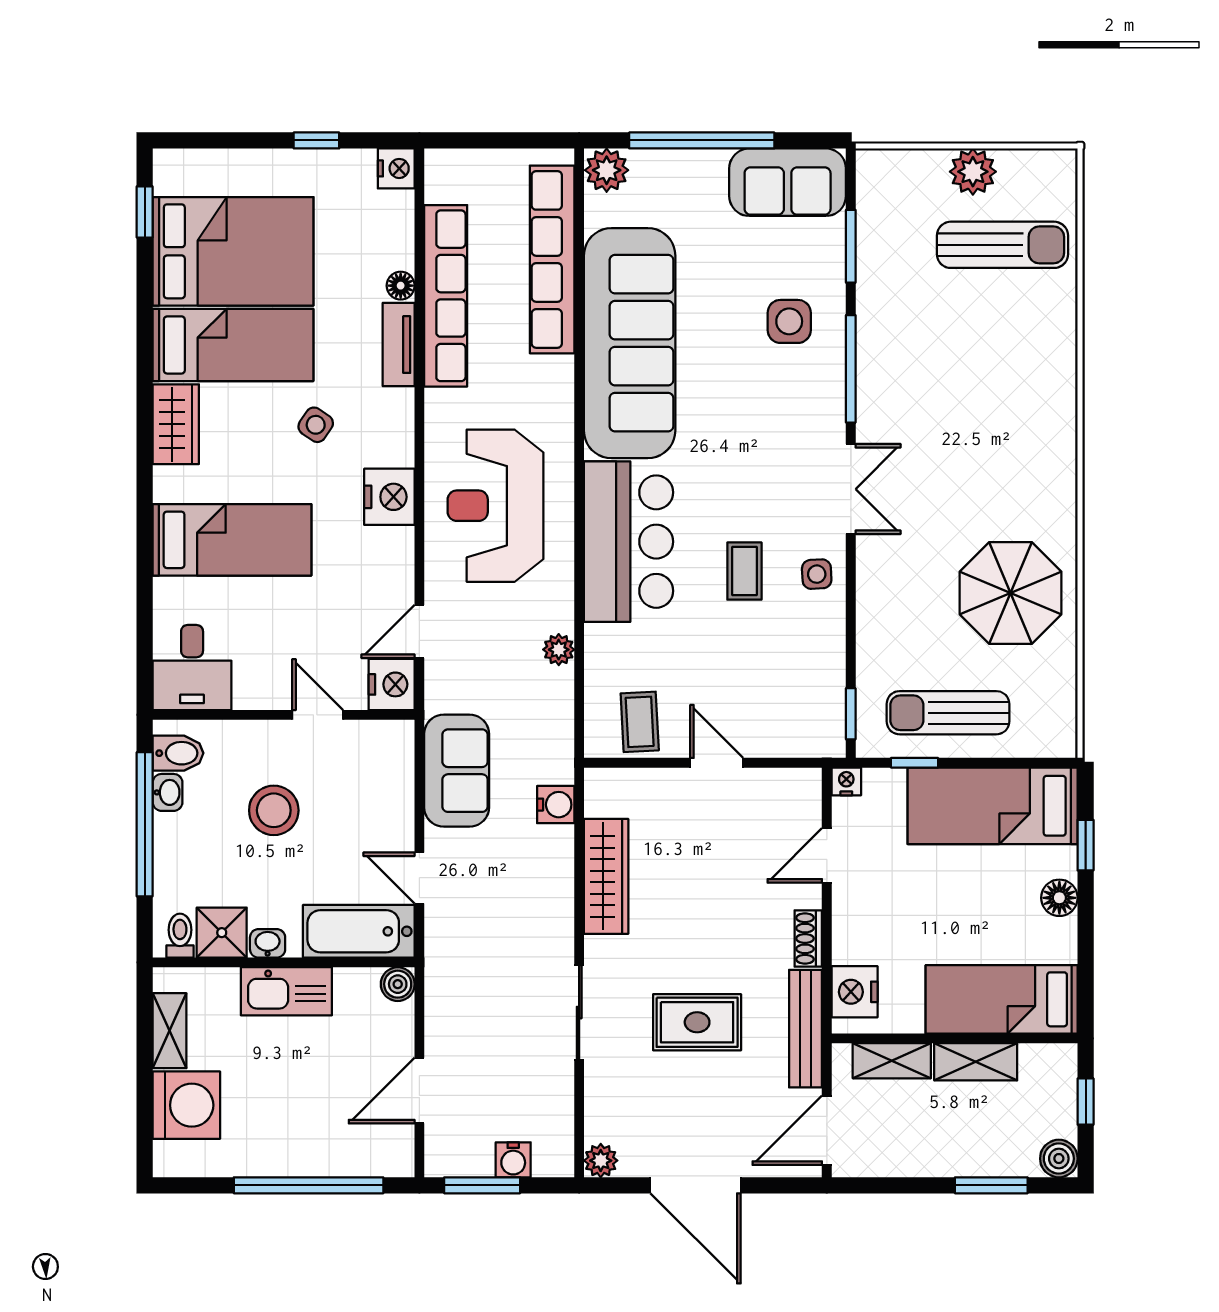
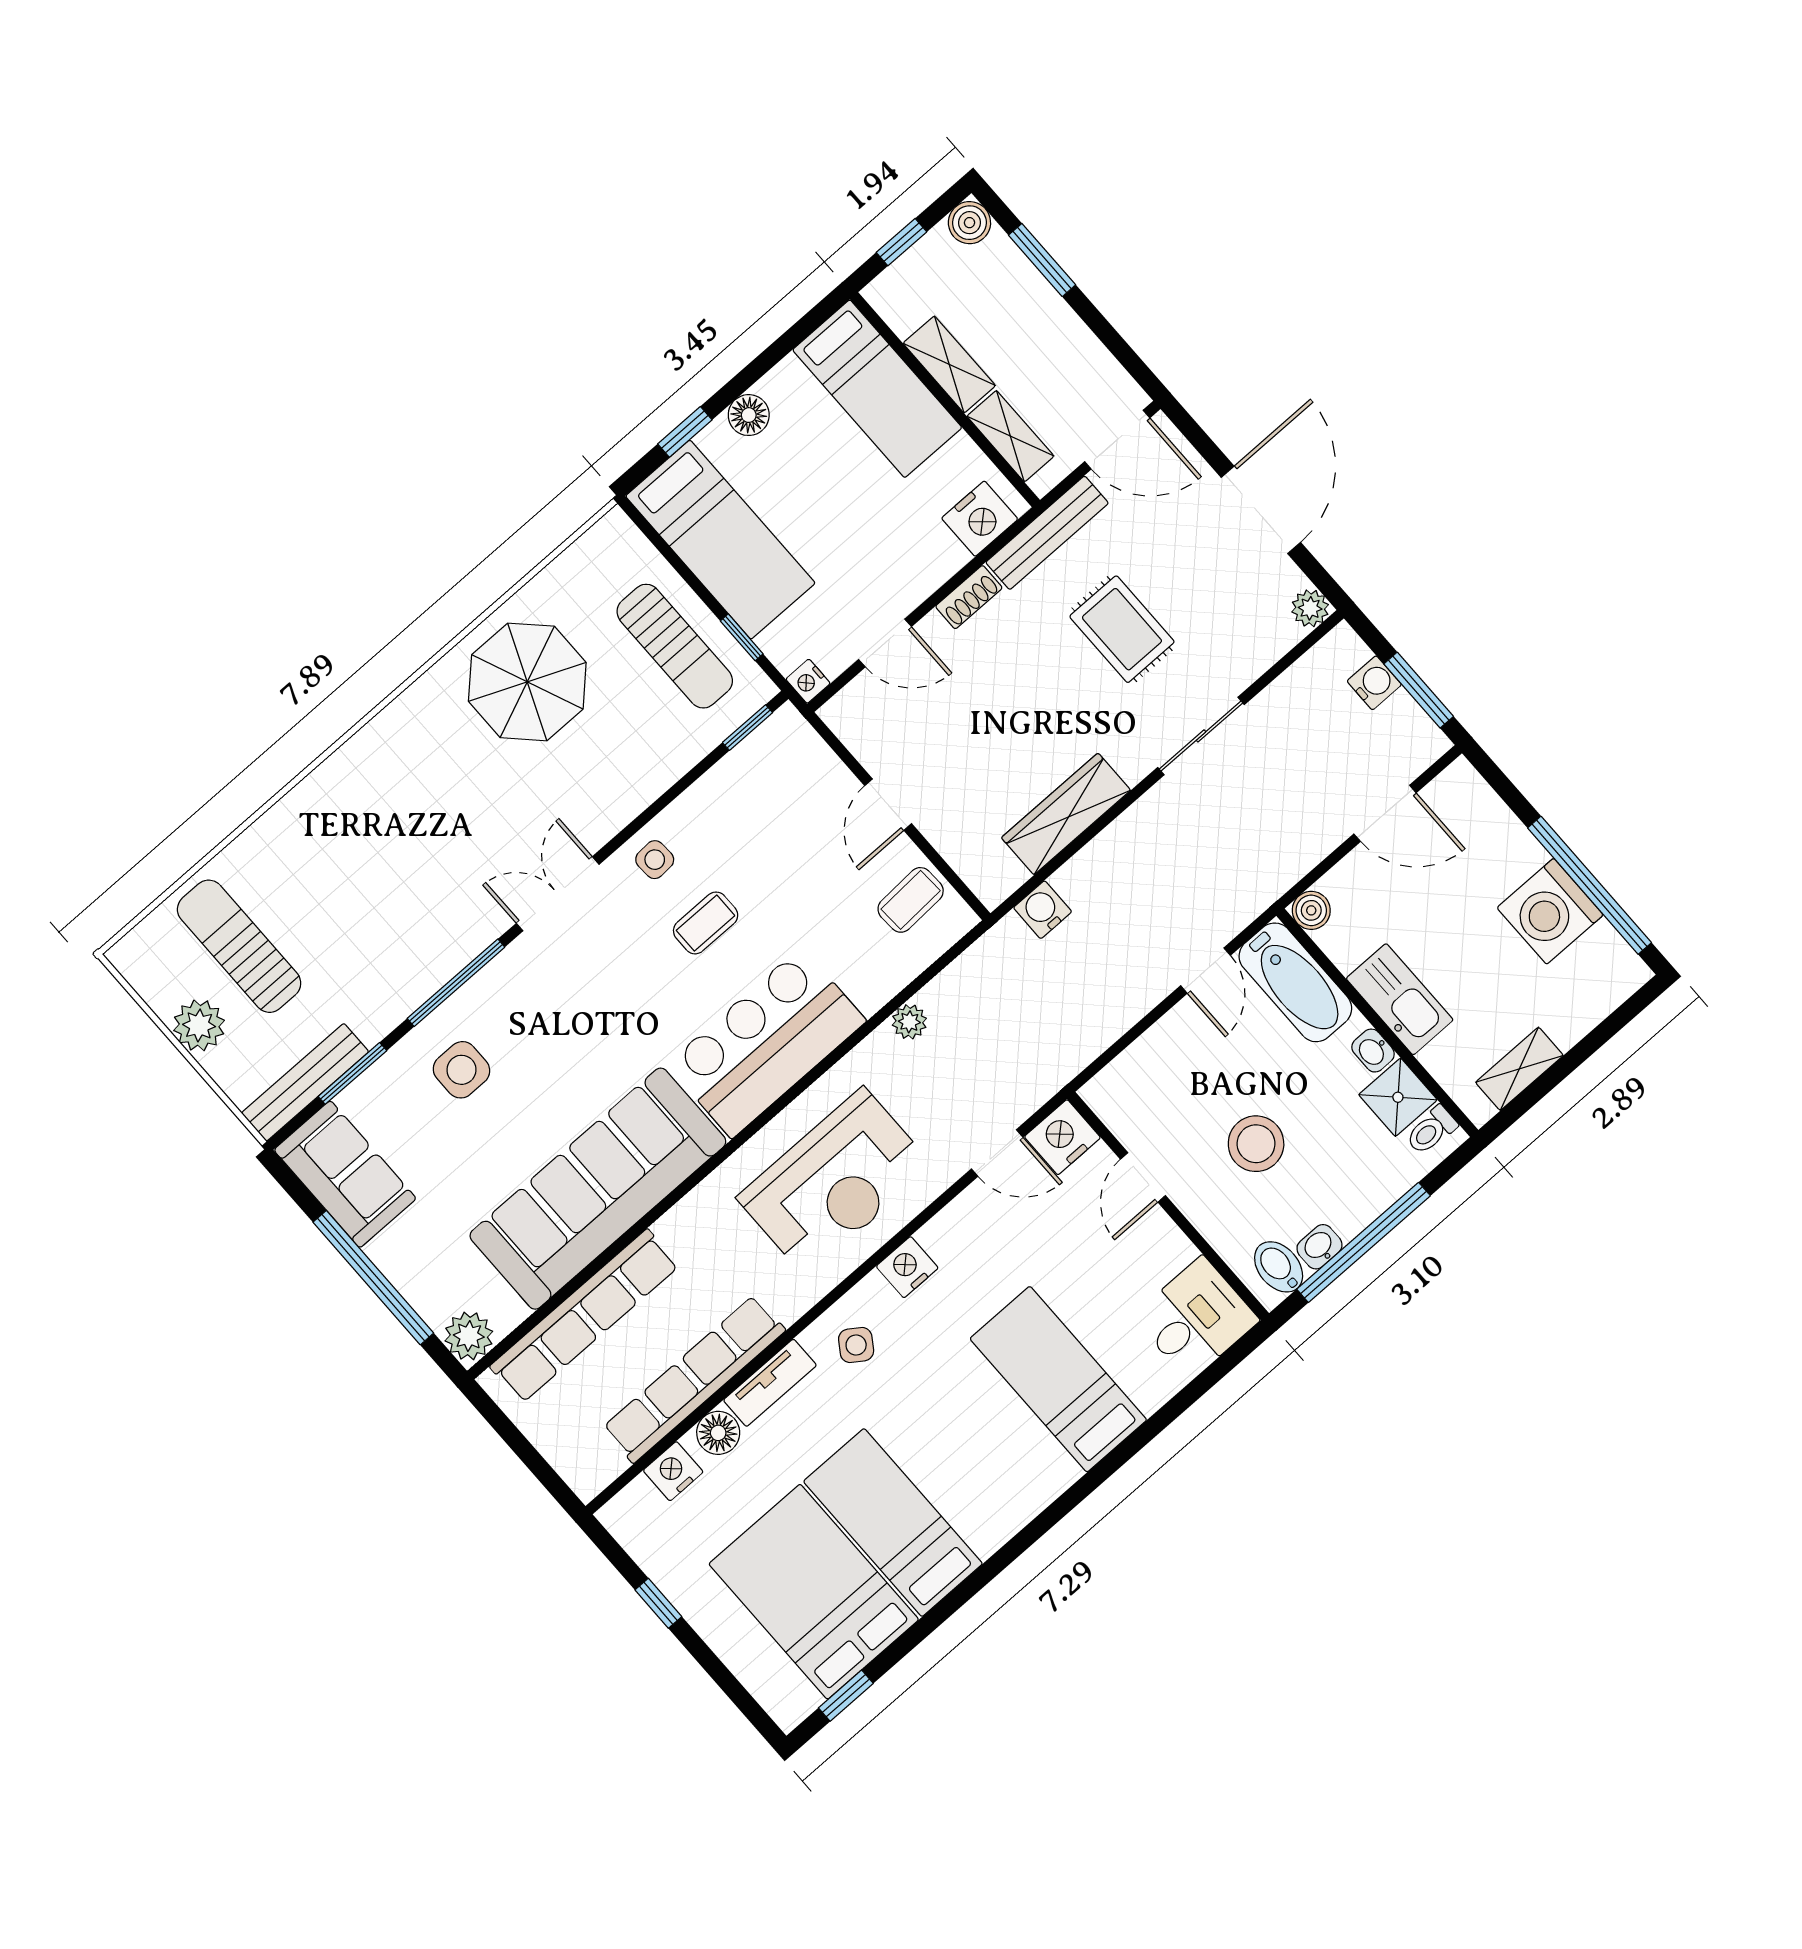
nightstand: (396, 168) -> (673, 1471), moved
bench: (873, 209) -> (305, 1082), added
floor lamp: (401, 286) -> (718, 1433), width x1.37, depth x1.37
wardrobe: (176, 424) -> (1002, 1512), removed
side table: (316, 425) -> (856, 1345), moved
nightstand: (389, 497) -> (907, 1267), width x0.74, depth x0.75
sofa: (457, 771) -> (1087, 1019), removed
washing machine: (186, 1105) -> (1550, 911), moved, turned -90
window: (309, 1185) -> (1590, 885), moved

